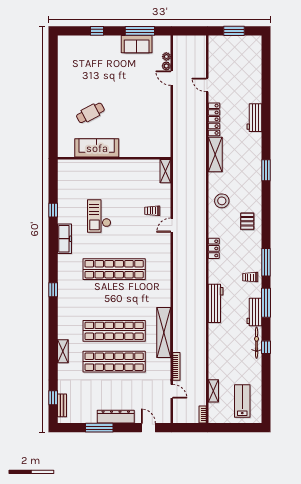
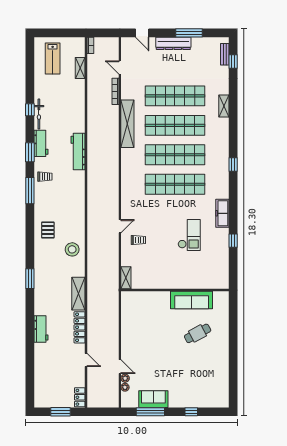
locker: (214, 248) -> (80, 397), moved
shop shelf: (114, 300) -> (175, 155), added
window: (266, 303) -> (30, 152), width x0.69

